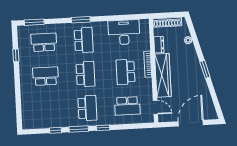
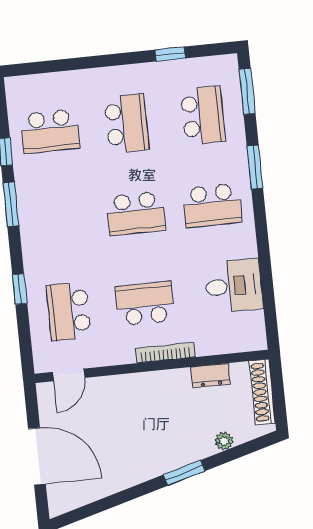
window: (81, 20) -> (255, 167), moved
desk: (124, 32) -> (234, 286), width x0.73
window: (205, 69) -> (184, 473), moved
wardrobe: (163, 75) -> (142, 388), removed
school desk: (87, 108) -> (50, 131), moved
window: (103, 128) -> (20, 289), moved

